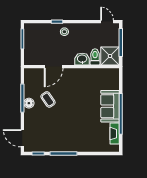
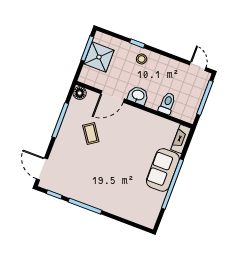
shower: (110, 56) -> (99, 57), moved
washbasin: (82, 59) -> (138, 95), moved
floor lamp: (29, 103) -> (80, 93), moved
fireplace: (115, 134) -> (181, 139), moved

